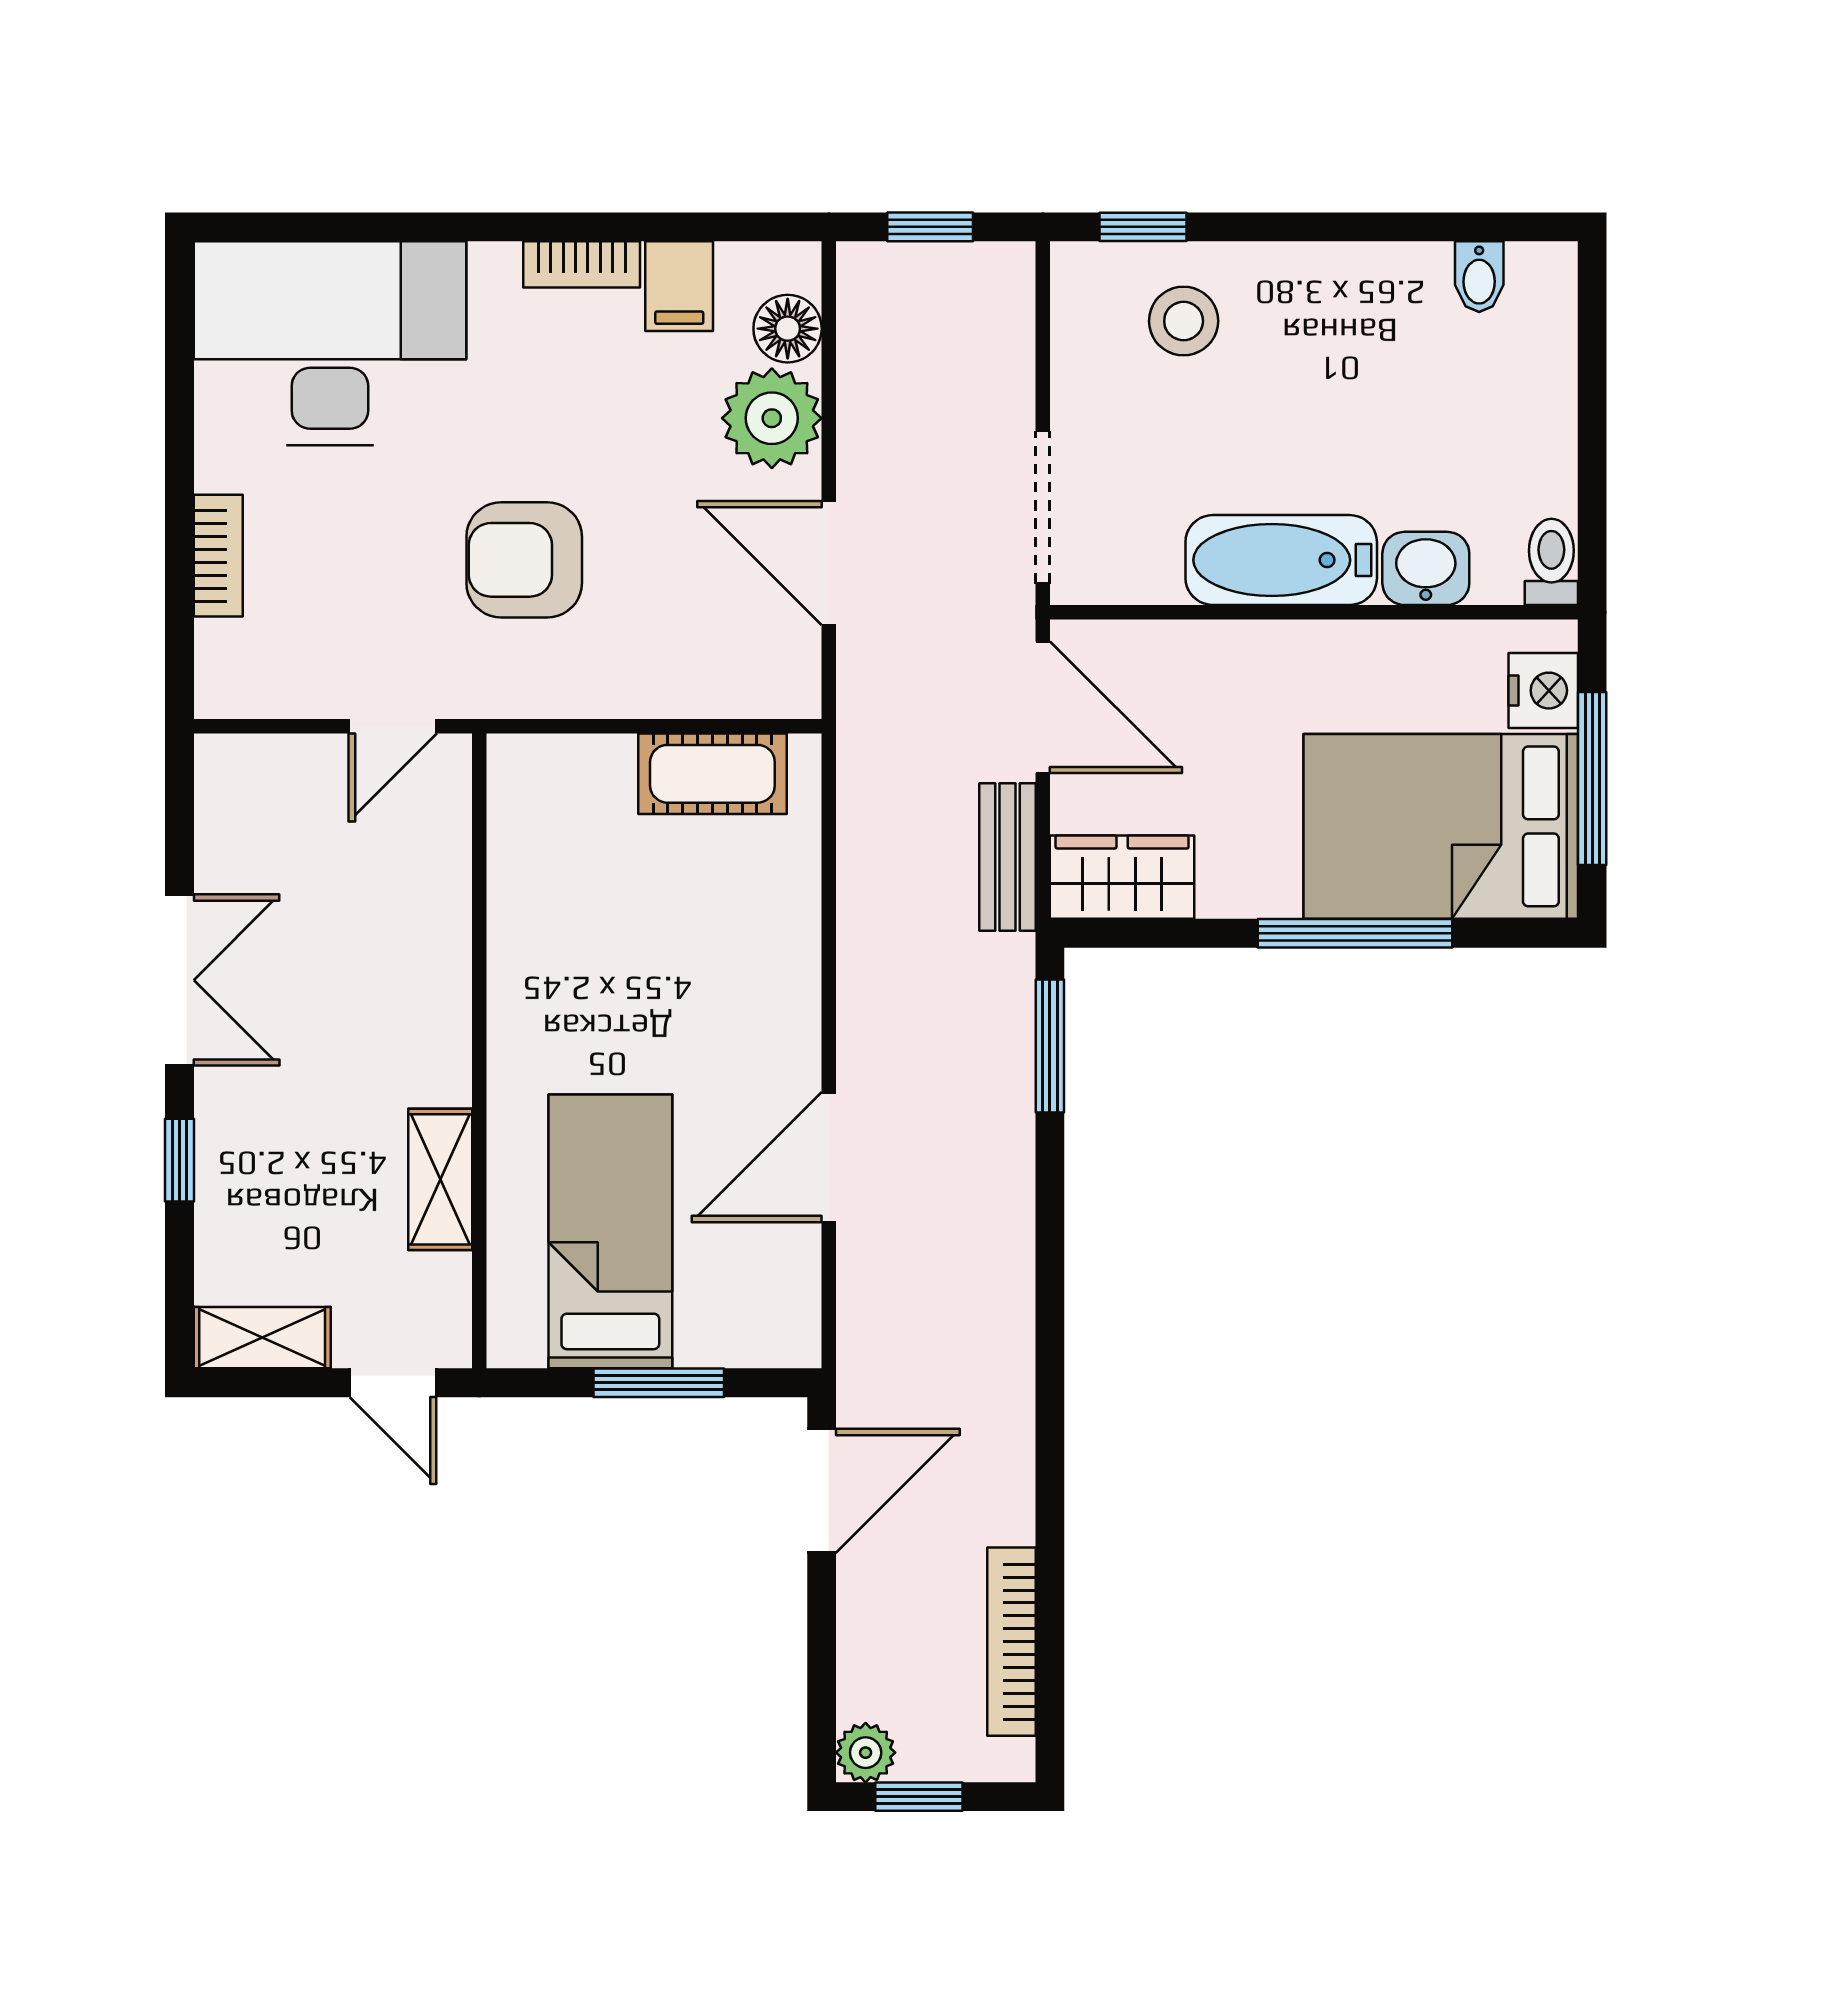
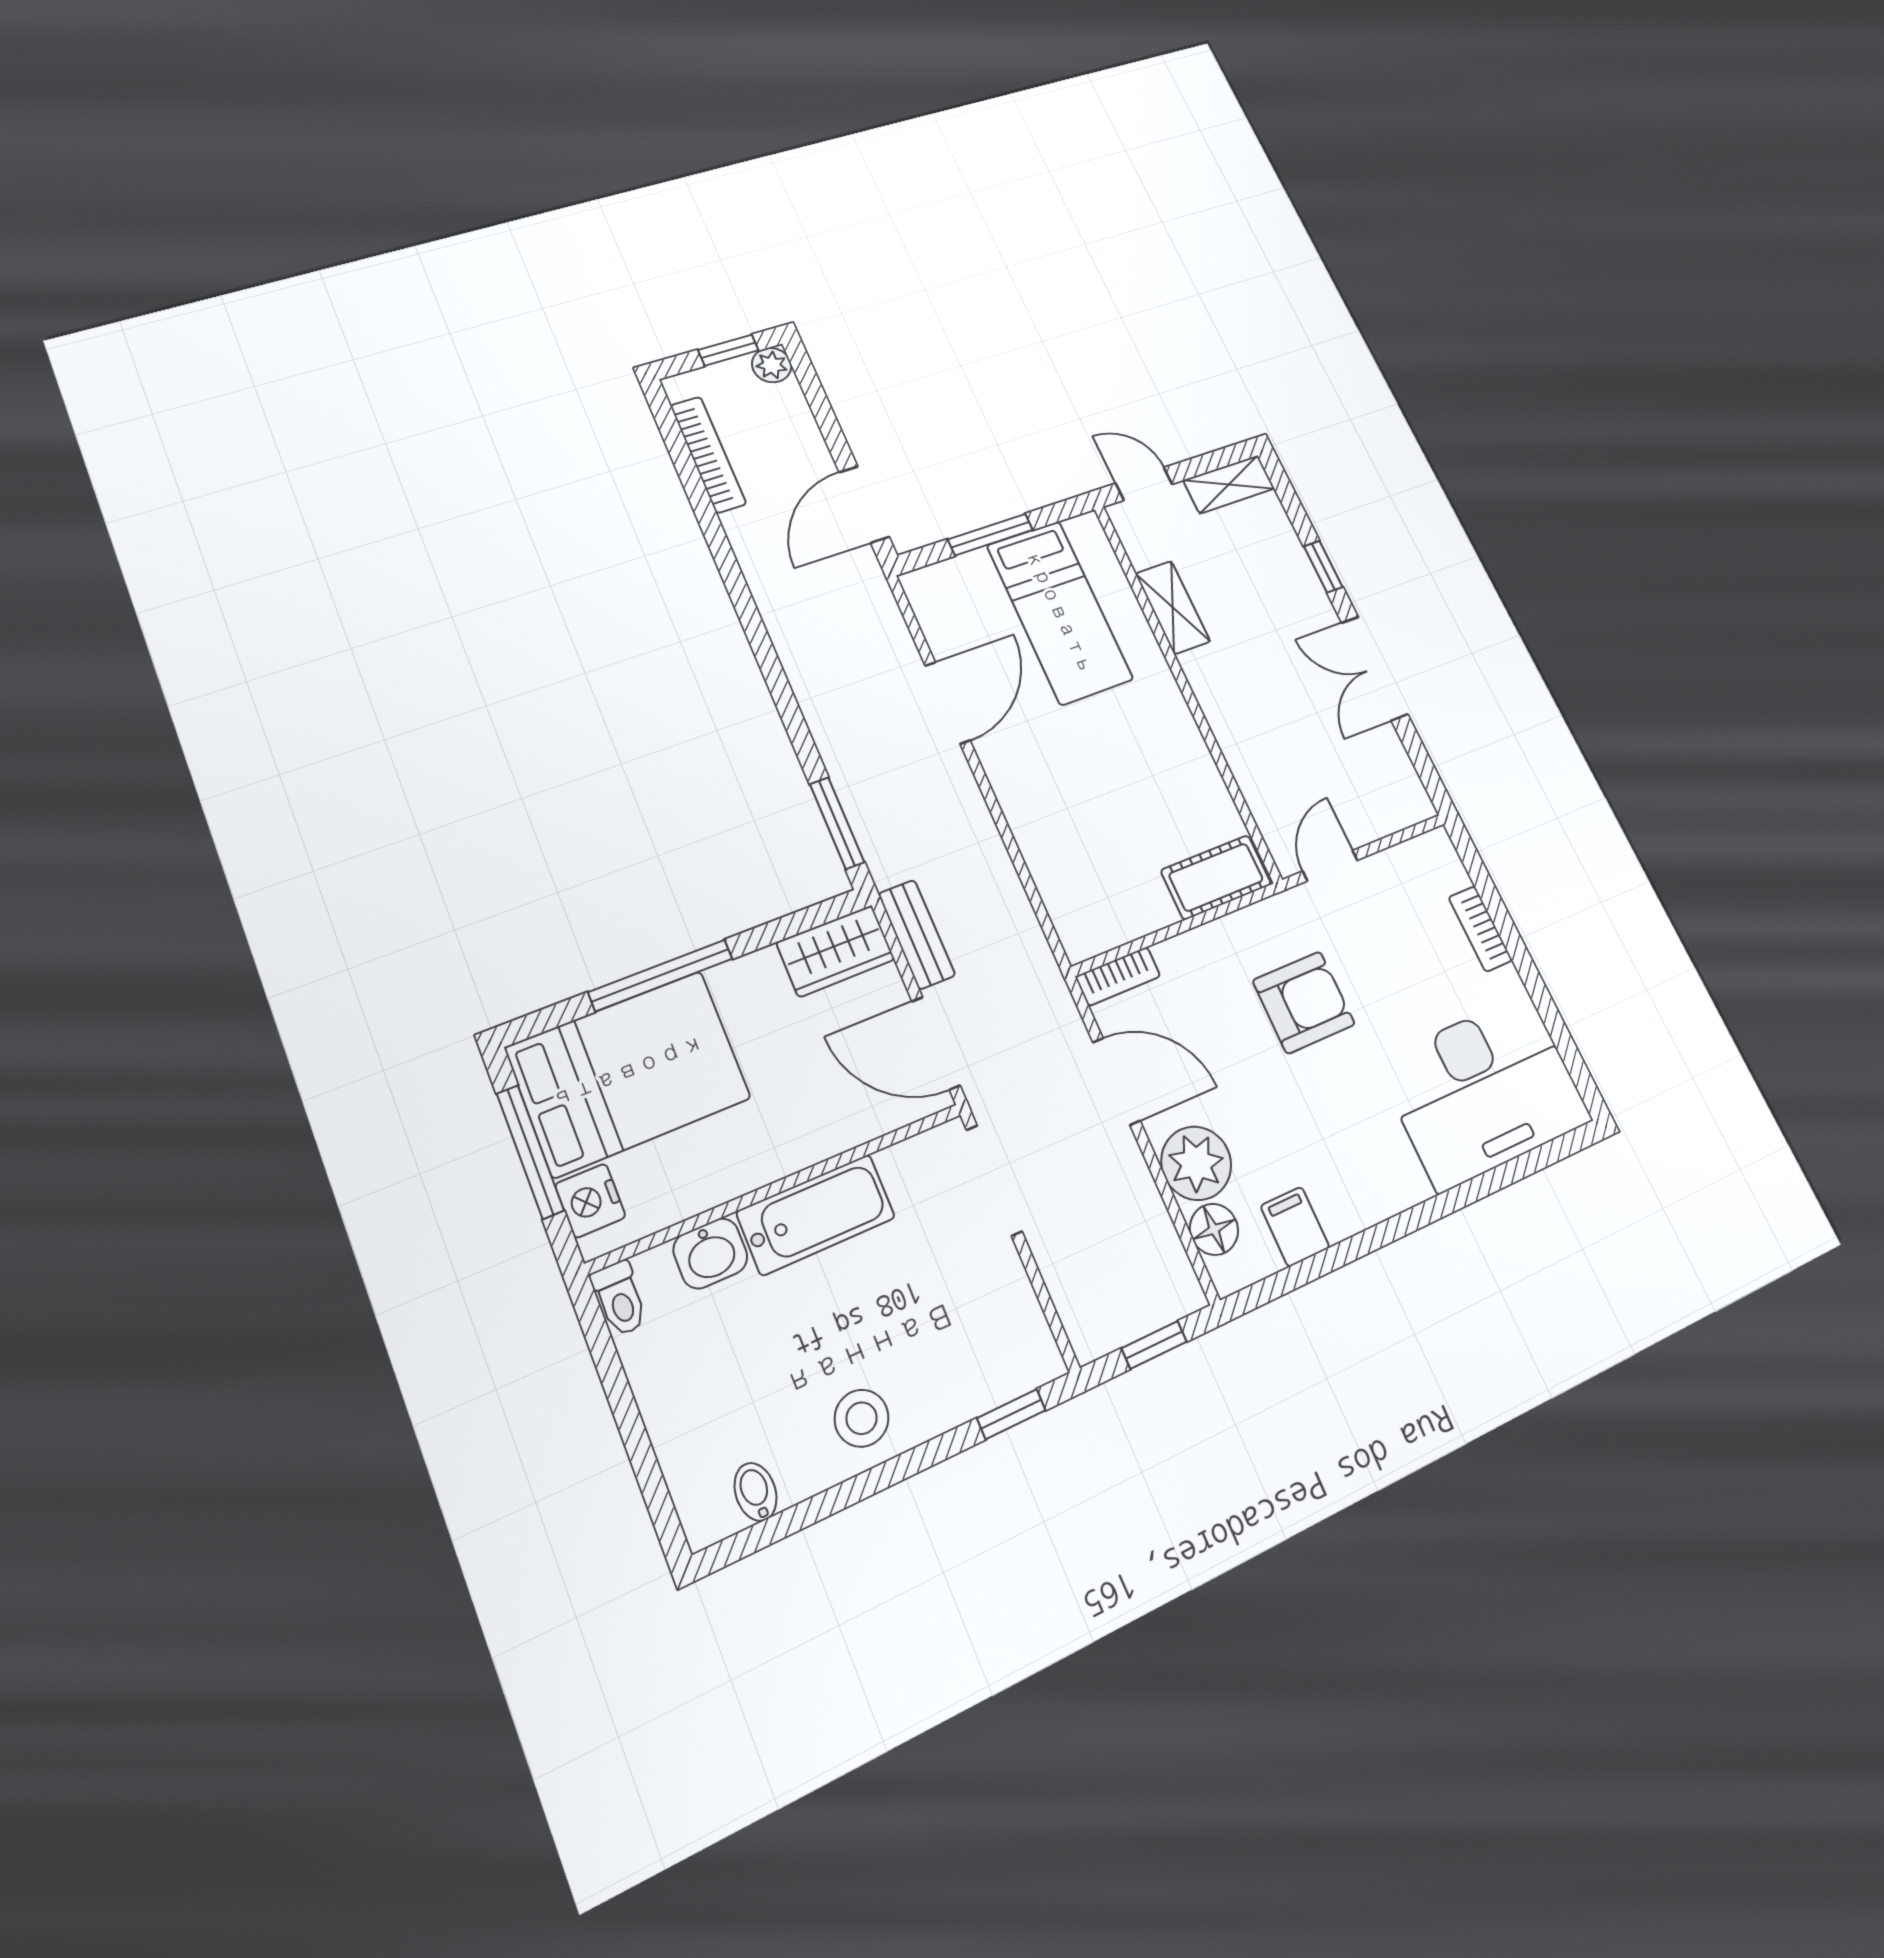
bookcase: (582, 264) -> (1118, 976), moved, turned 180
stool: (1184, 321) -> (862, 1418), moved
cot: (712, 774) -> (1216, 877), moved

